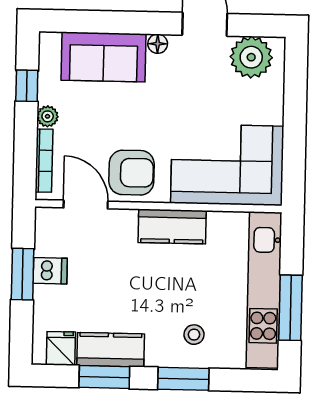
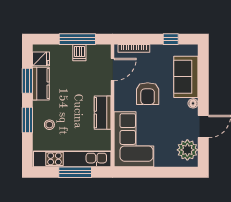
plant: (48, 116) -> (156, 50), removed
armchair: (132, 173) -> (148, 94), moved
window: (23, 274) -> (77, 39), width x1.44
window: (291, 308) -> (75, 172), moved

